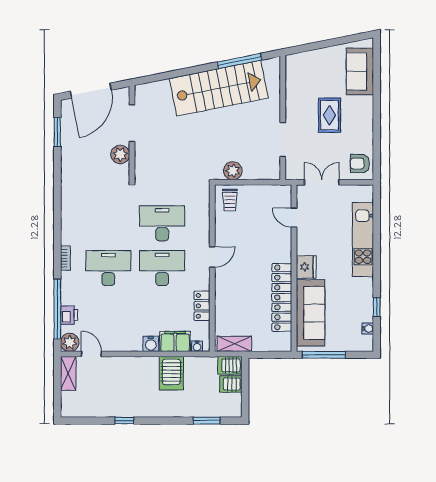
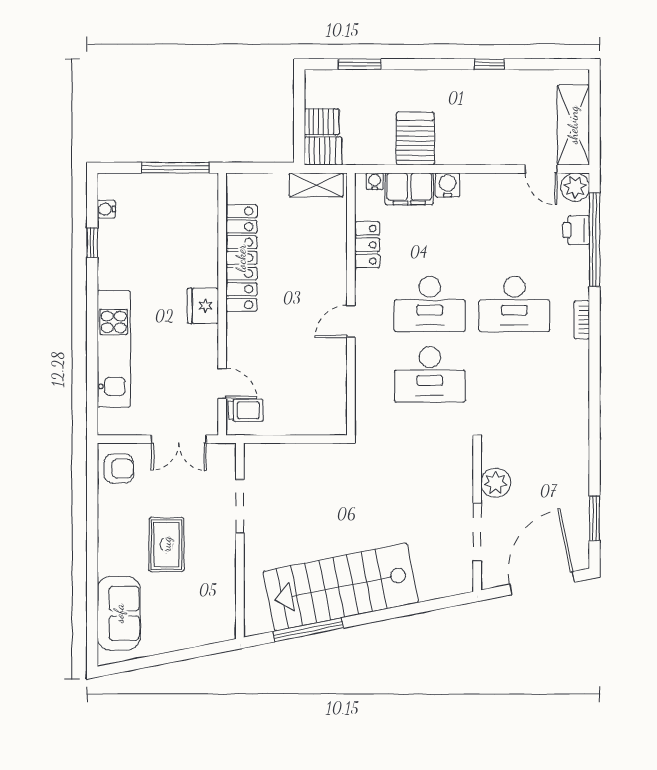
plant: (233, 171) -> (319, 457), removed
trolley: (230, 200) -> (246, 410), moved, turned 90
sofa: (311, 313) -> (196, 234), removed
shelving: (68, 373) -> (573, 125), width x1.50, depth x1.33

